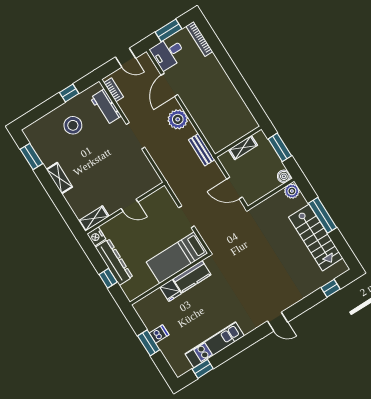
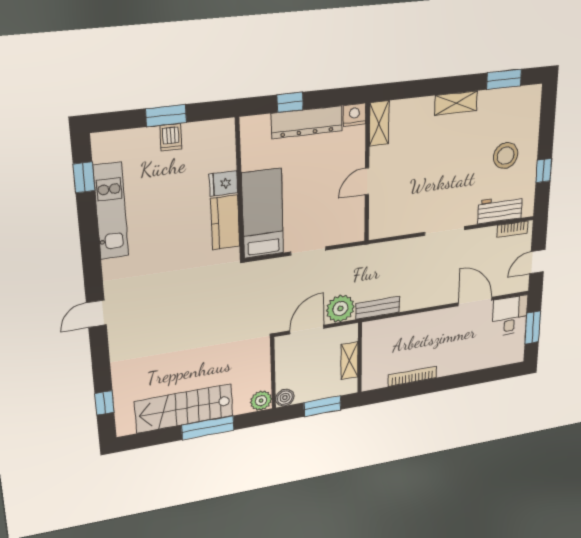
bookcase: (199, 39) -> (412, 376), moved
plant: (178, 119) -> (340, 309), moved

